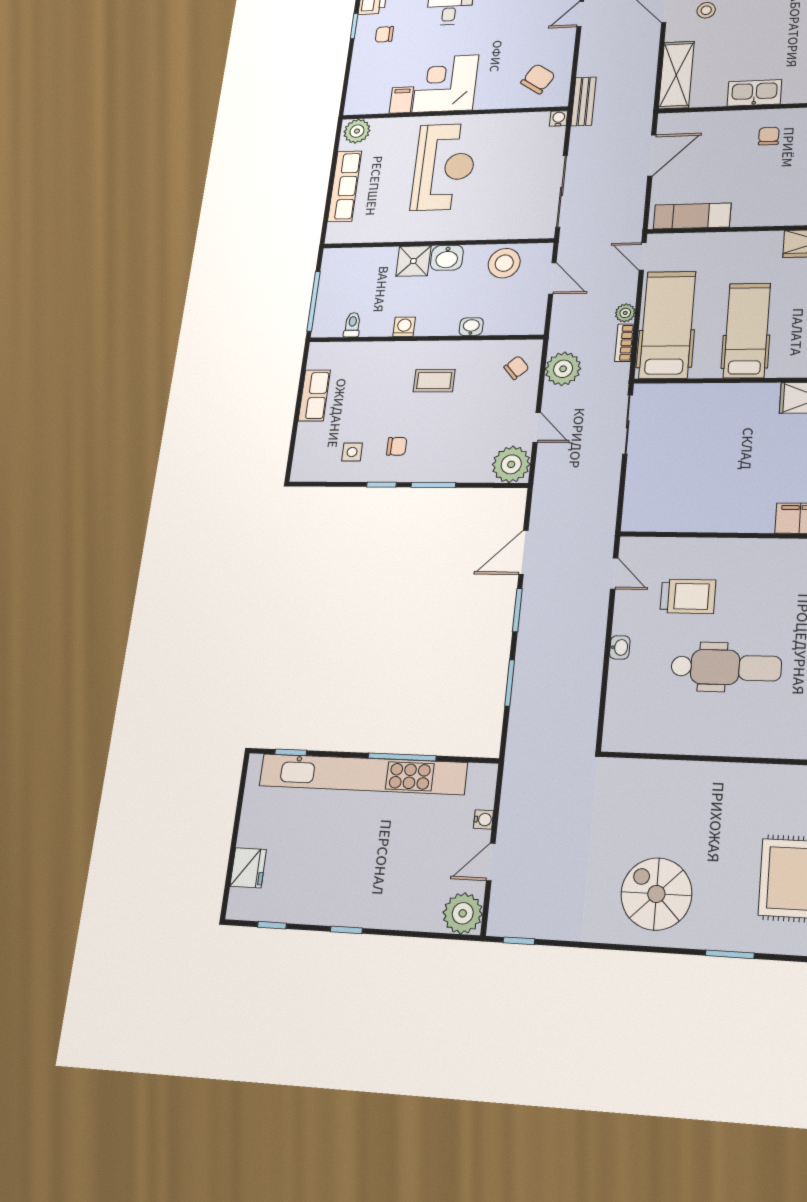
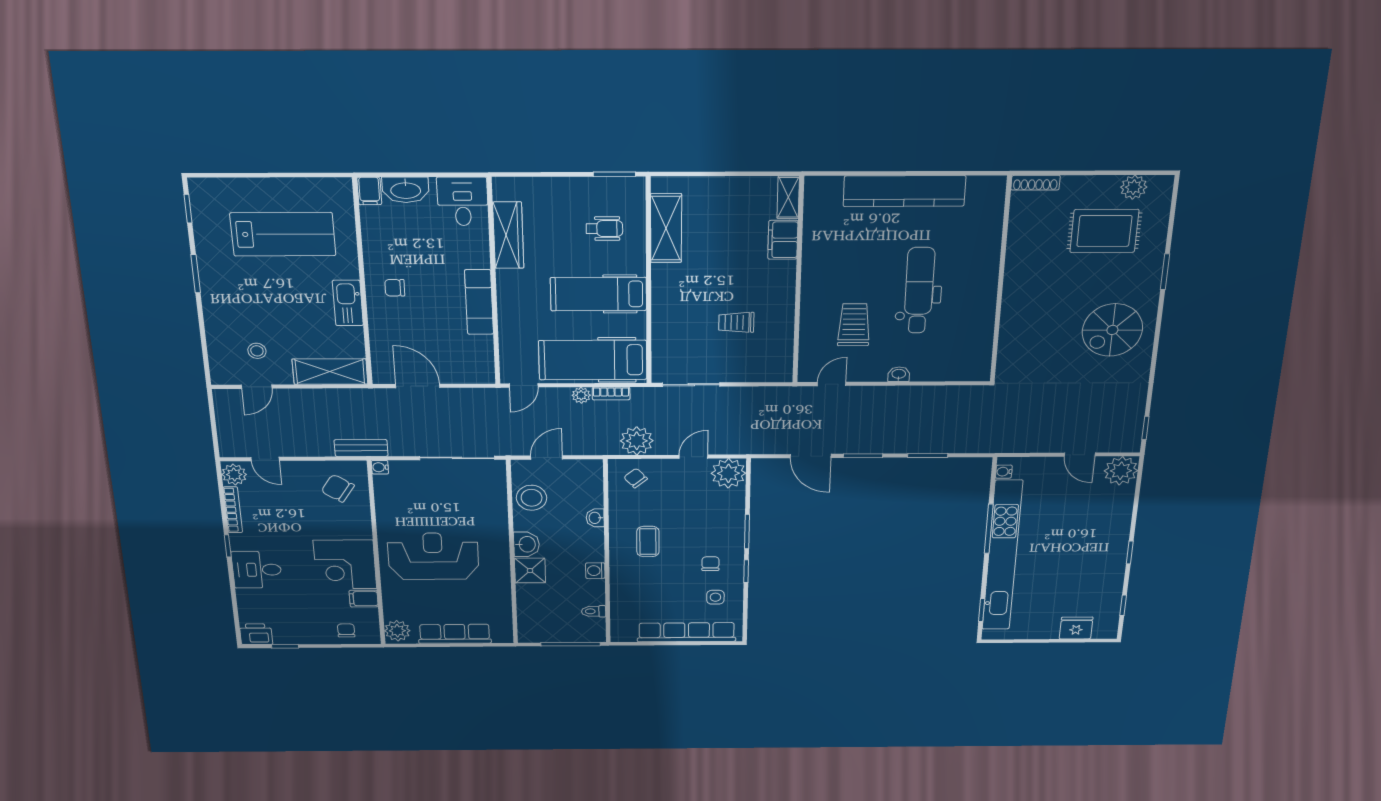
chair: (384, 34) -> (346, 630), moved, turned 180
exam couch: (692, 216) -> (479, 302), moved
row of seats: (314, 395) -> (687, 632), width x2.02
trolley: (701, 471) -> (736, 322), added
water cooler: (483, 820) -> (1004, 472), moved, turned -90

